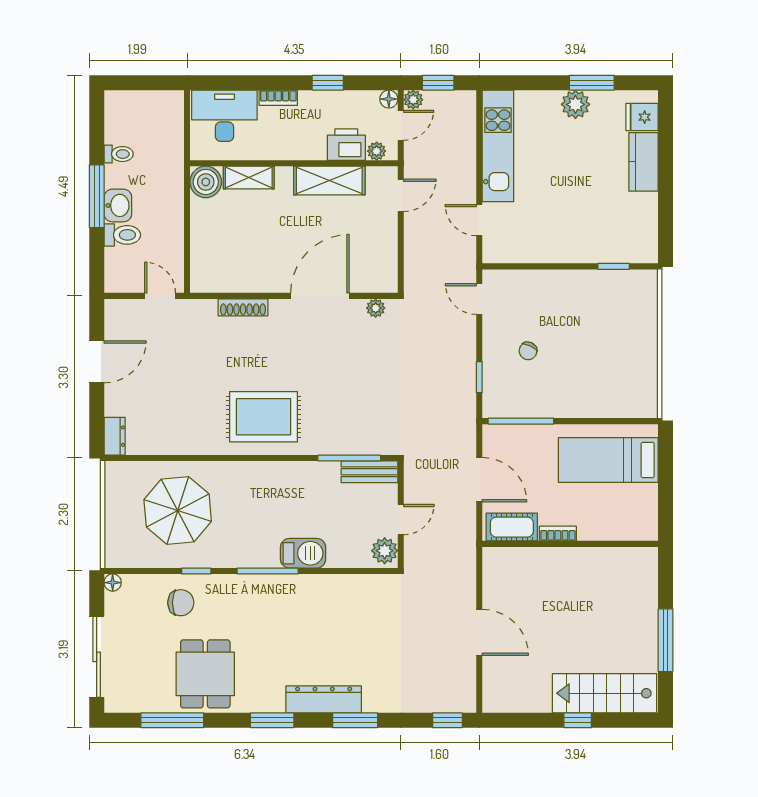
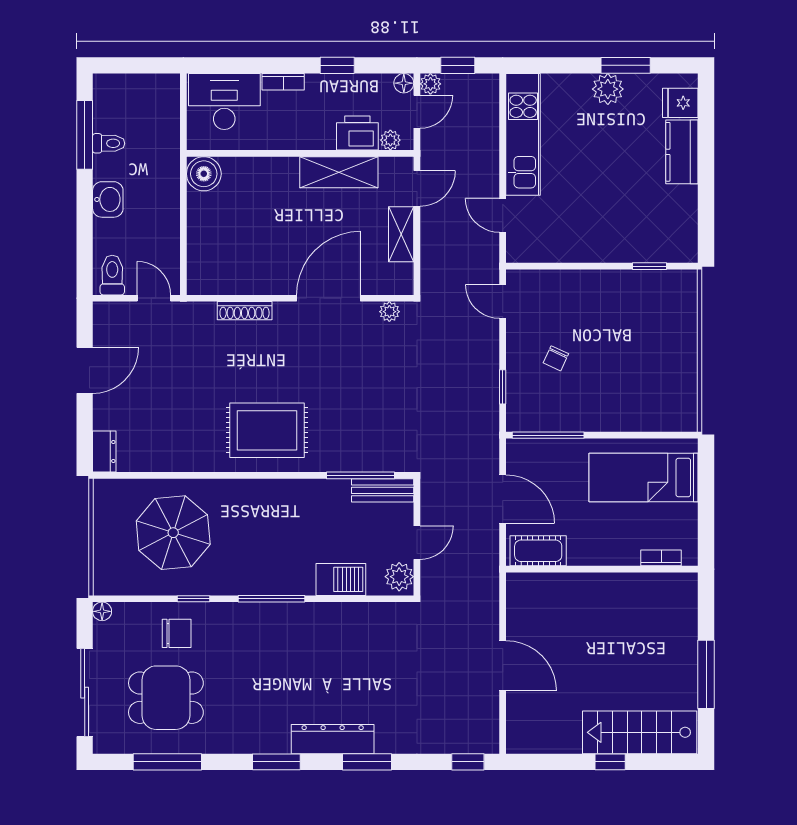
shelving: (249, 178) -> (401, 234), moved, turned 90
window: (97, 196) -> (85, 135), moved
toilet: (122, 235) -> (112, 275), moved, turned -90
bookcase: (558, 534) -> (661, 558), moved
barbecue: (303, 553) -> (341, 579), moved
dining table: (205, 674) -> (166, 698), moved, turned 90

